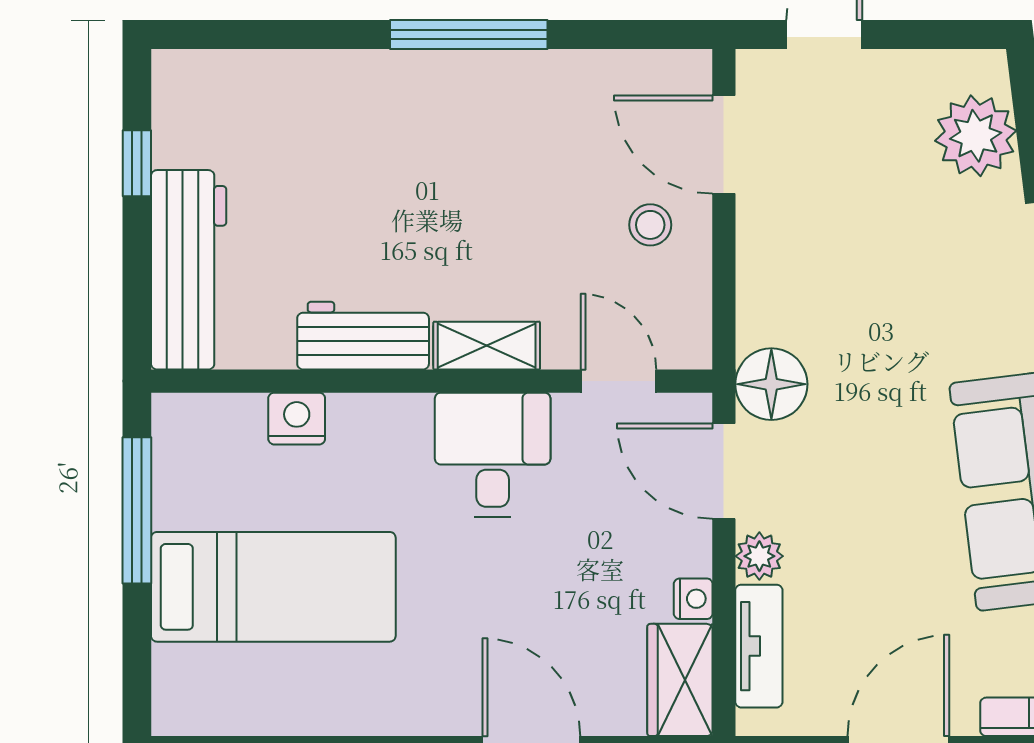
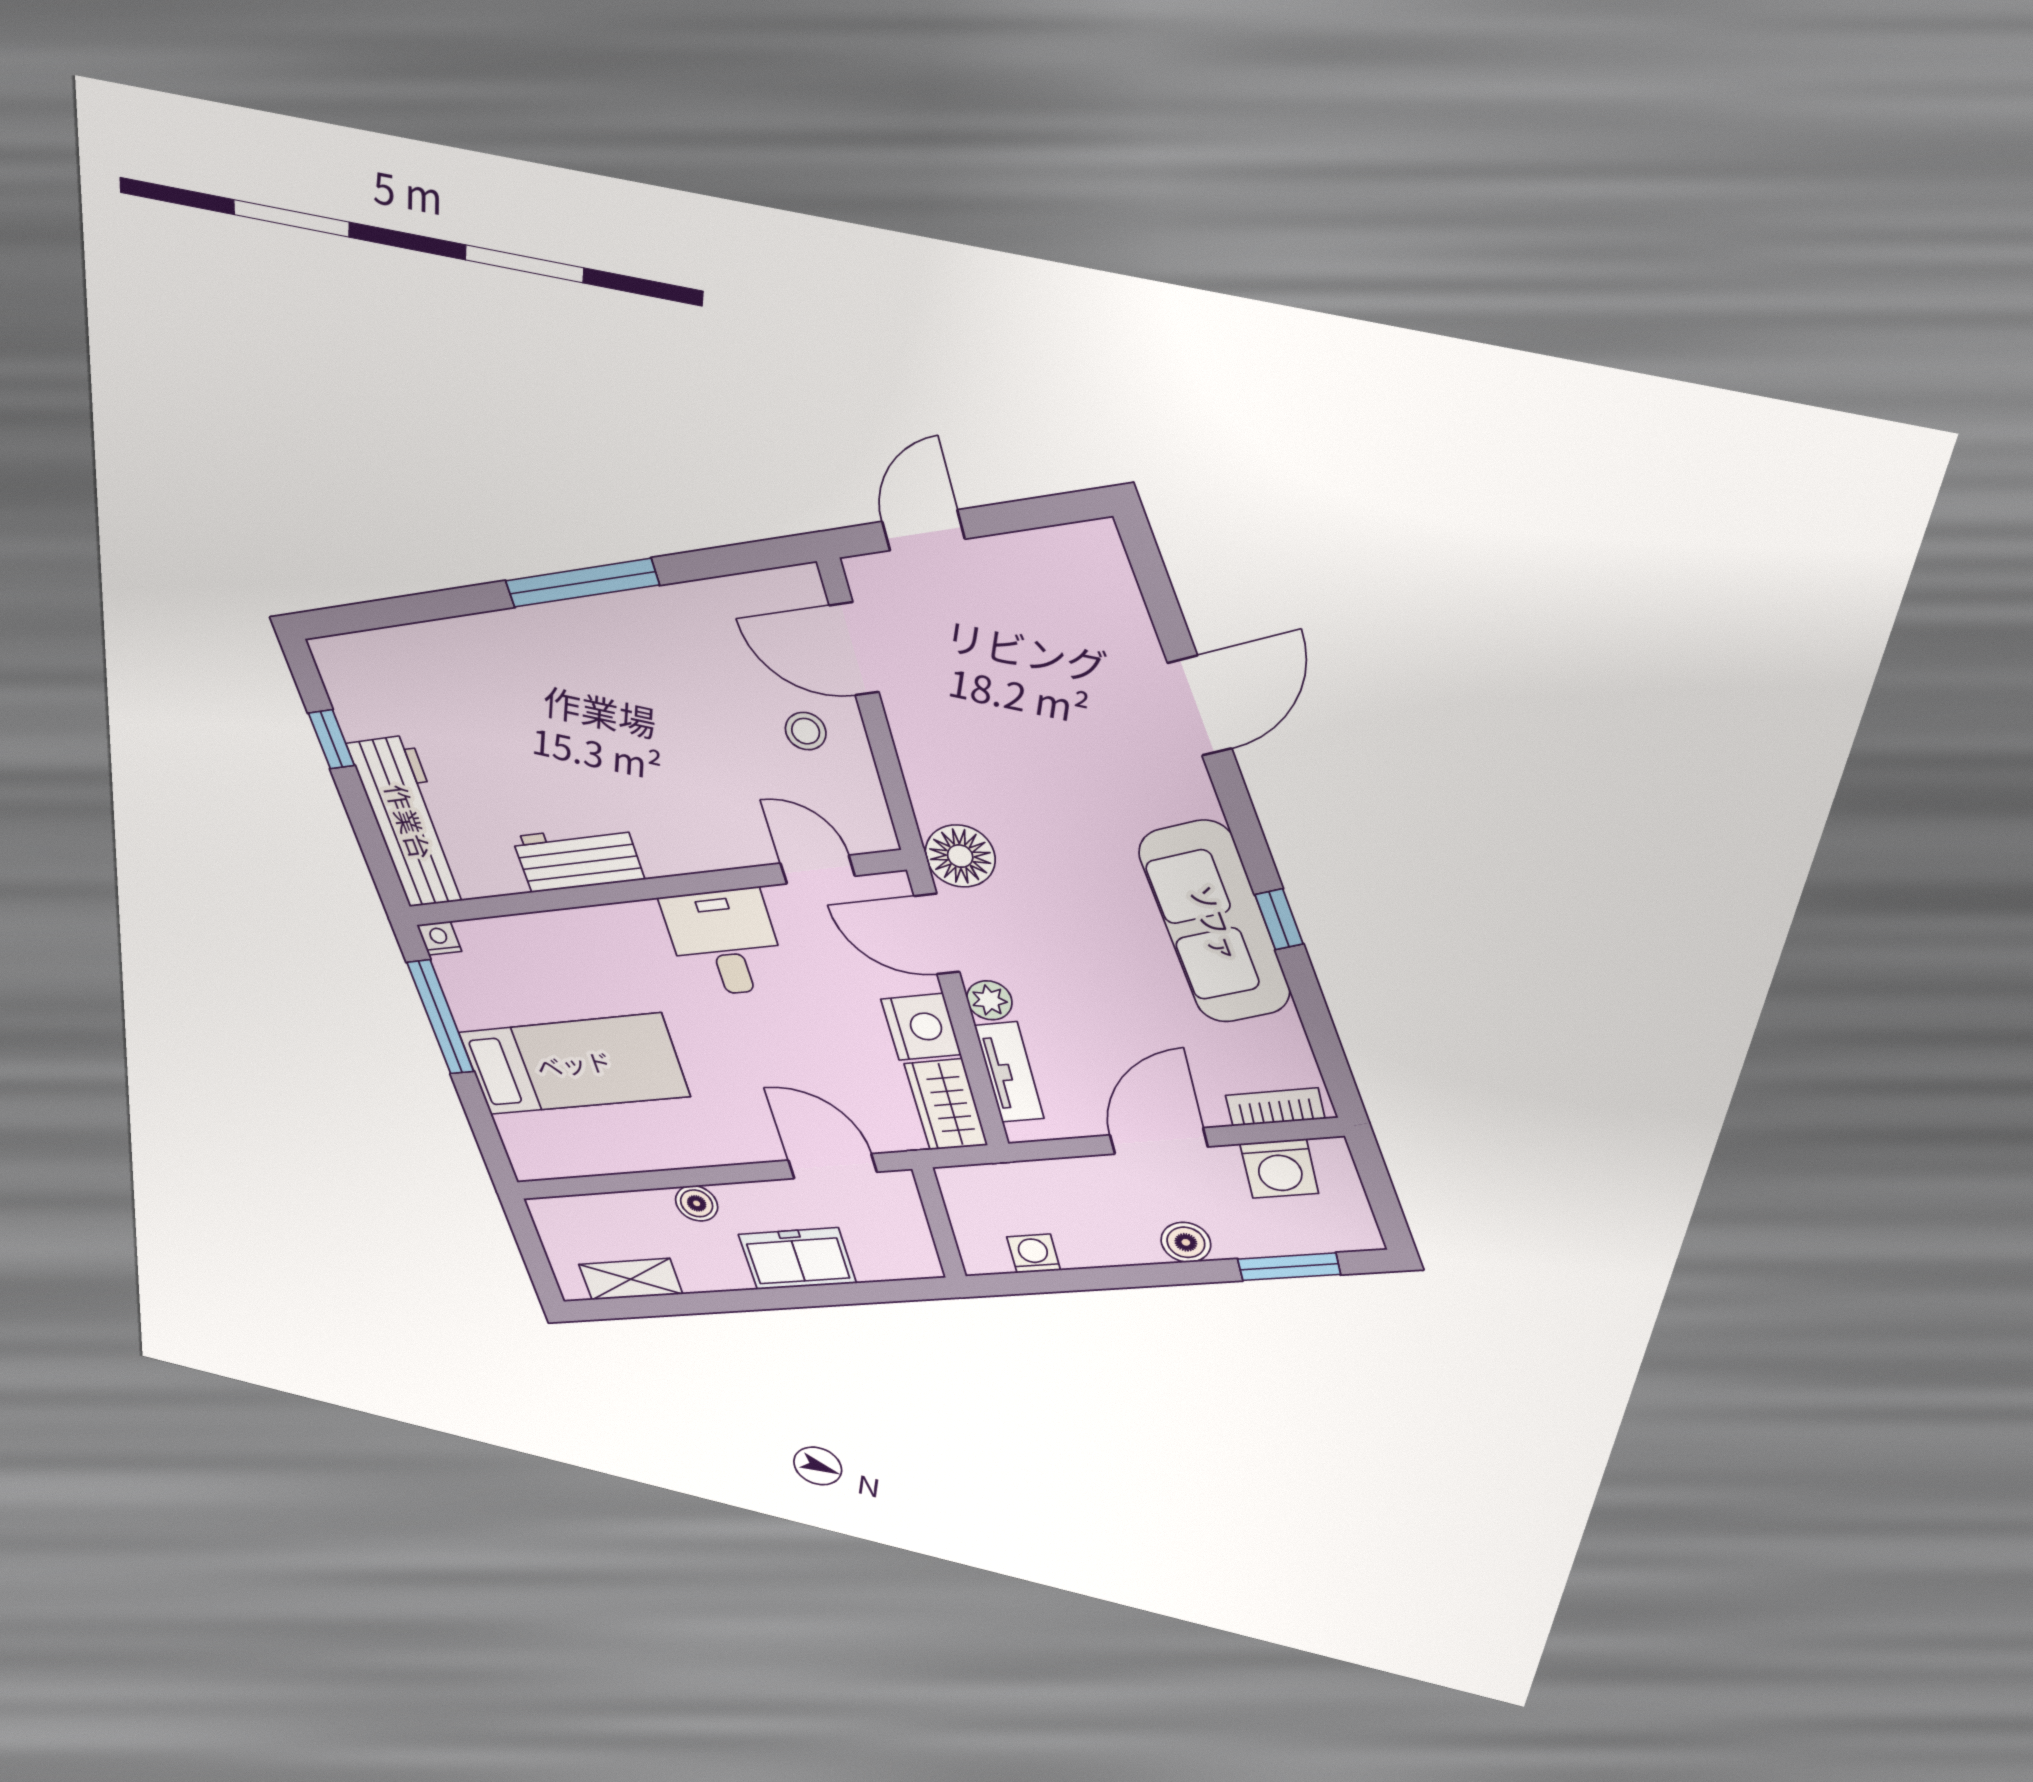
plant: (976, 136) -> (1102, 605), removed
shelving: (487, 346) -> (689, 854), removed
nightstand: (297, 419) -> (439, 938), moved, width x0.72, depth x0.74
nightstand: (693, 599) -> (921, 1027), width x1.89, depth x1.79

